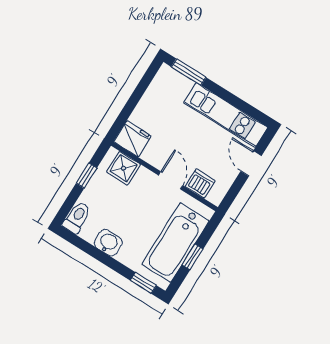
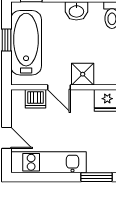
shower: (124, 168) -> (83, 74), moved

